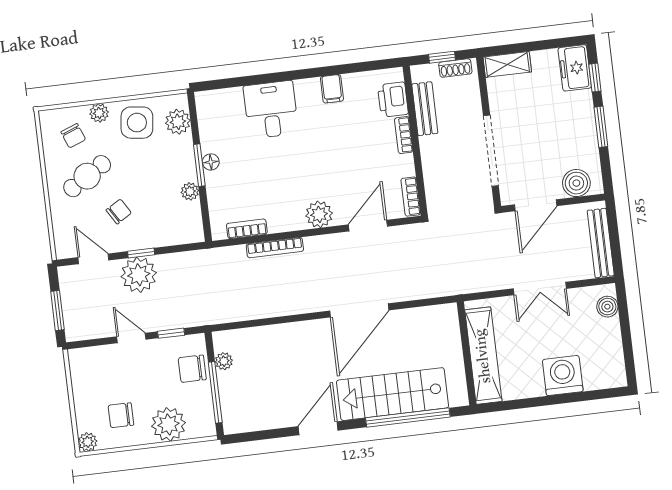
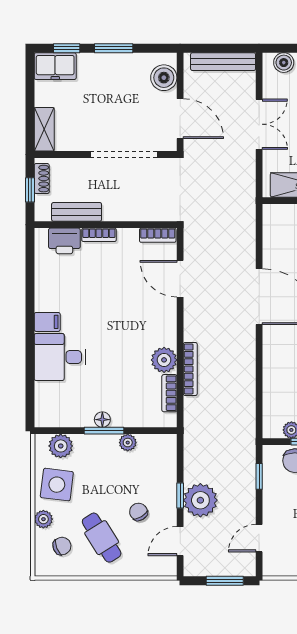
filing cabinet: (332, 89) -> (47, 322), moved
plant: (319, 214) -> (164, 360), moved
door: (131, 338) -> (259, 538), moved

